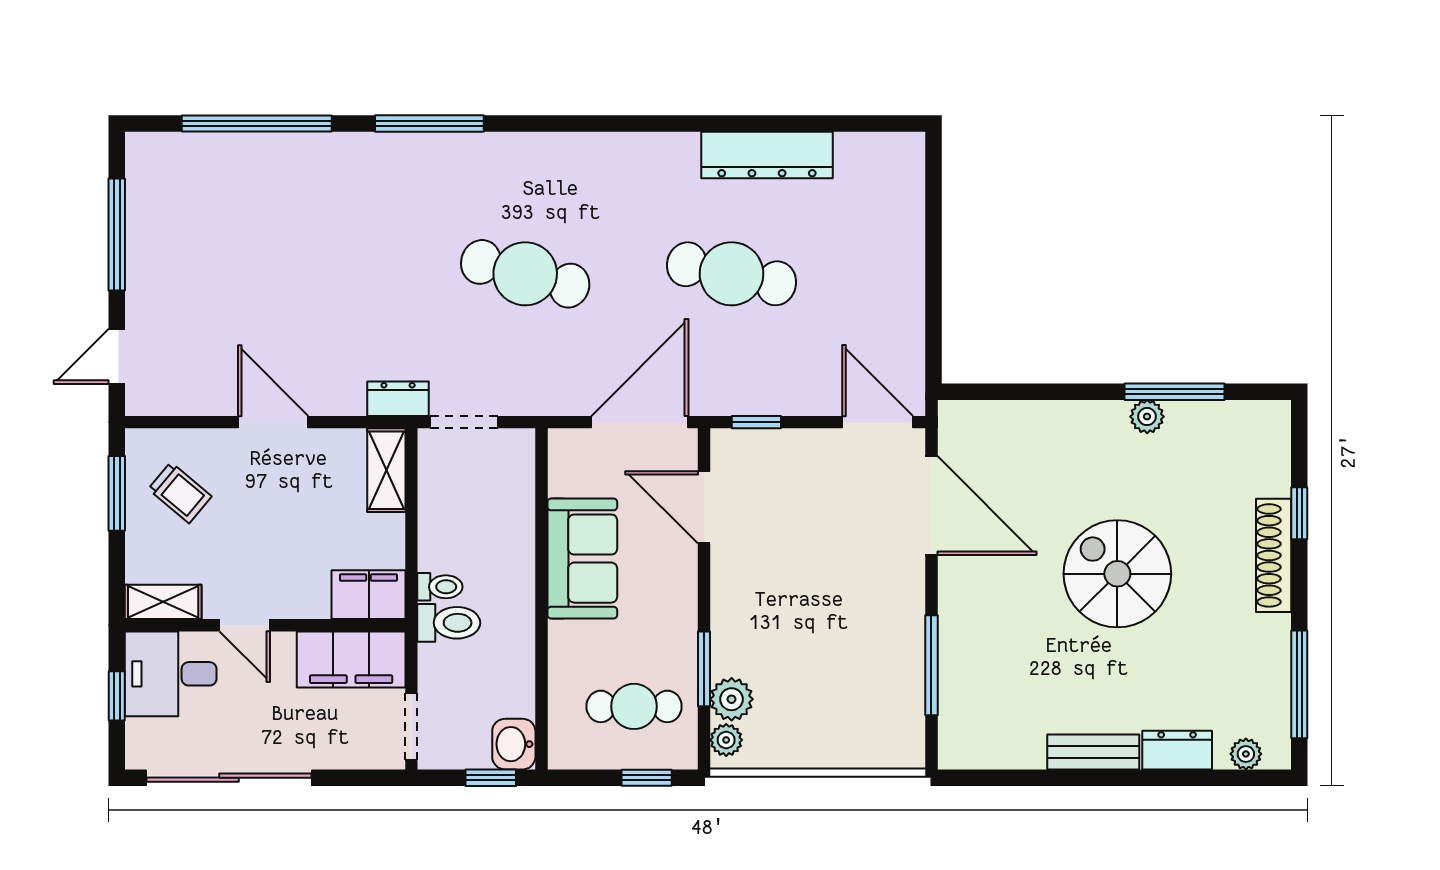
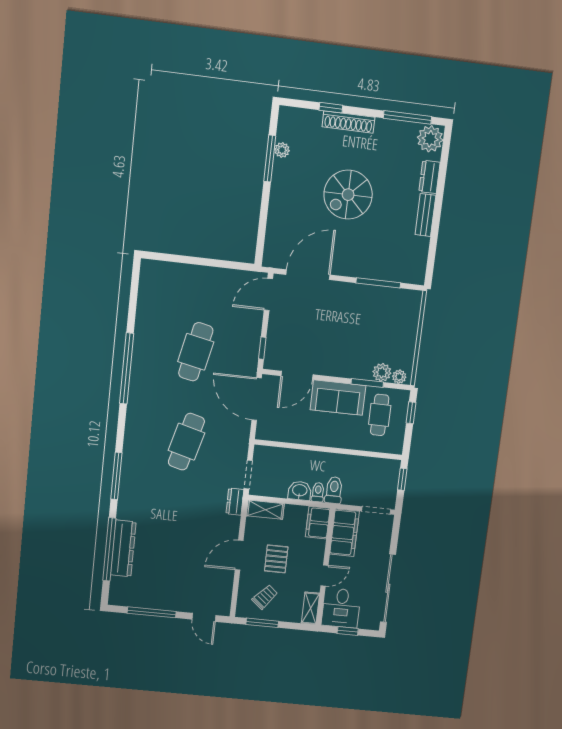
window: (677, 123) -> (127, 368), added
dresser: (767, 155) -> (123, 548), moved
plant: (1147, 417) -> (282, 150), moved
pallet: (273, 509) -> (276, 559), added
sofa: (582, 559) -> (338, 398), moved, turned 180
washbasin: (514, 744) -> (300, 491), moved, turned 180
plant: (1246, 754) -> (430, 139), width x1.88, depth x1.88

